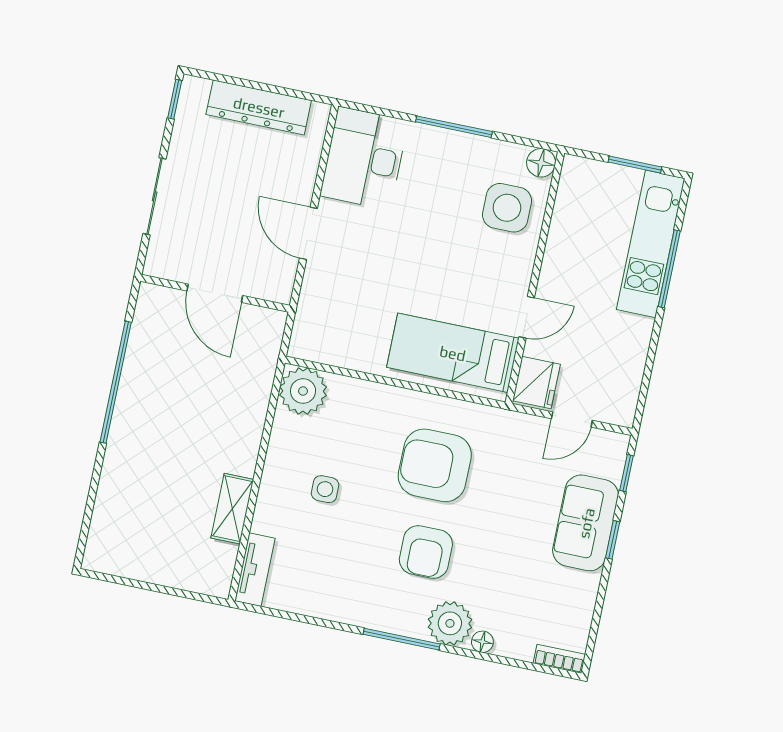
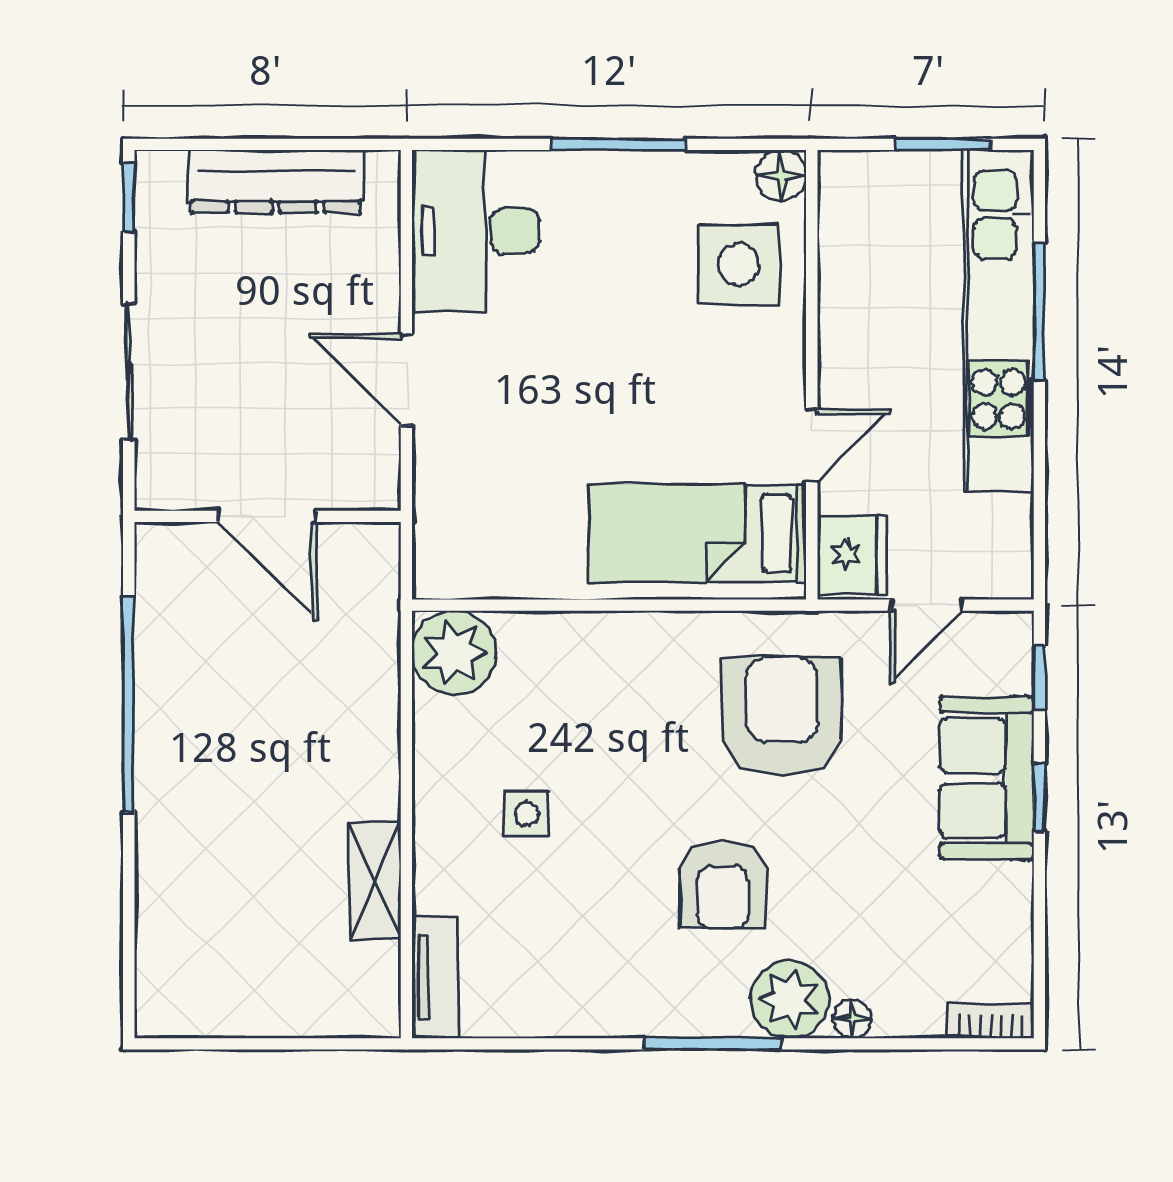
kitchen unit: (651, 244) -> (999, 321), width x1.36
armchair: (435, 465) -> (782, 716), moved, turned 90

